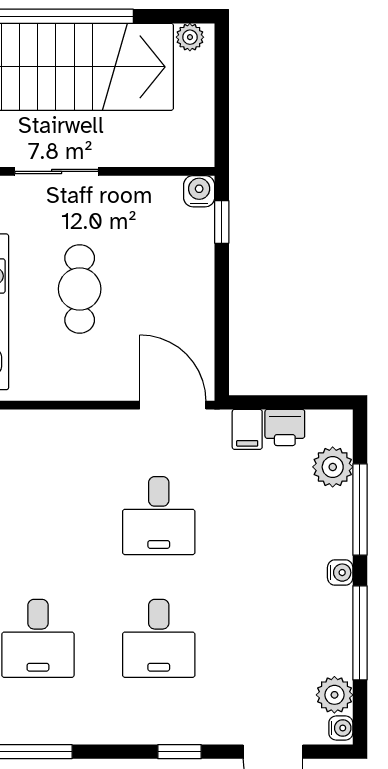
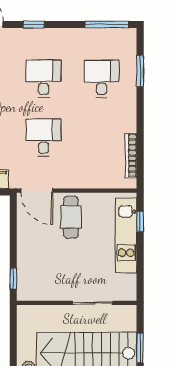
water cooler: (199, 191) -> (24, 293), removed
cafe table: (80, 289) -> (71, 217), moved

